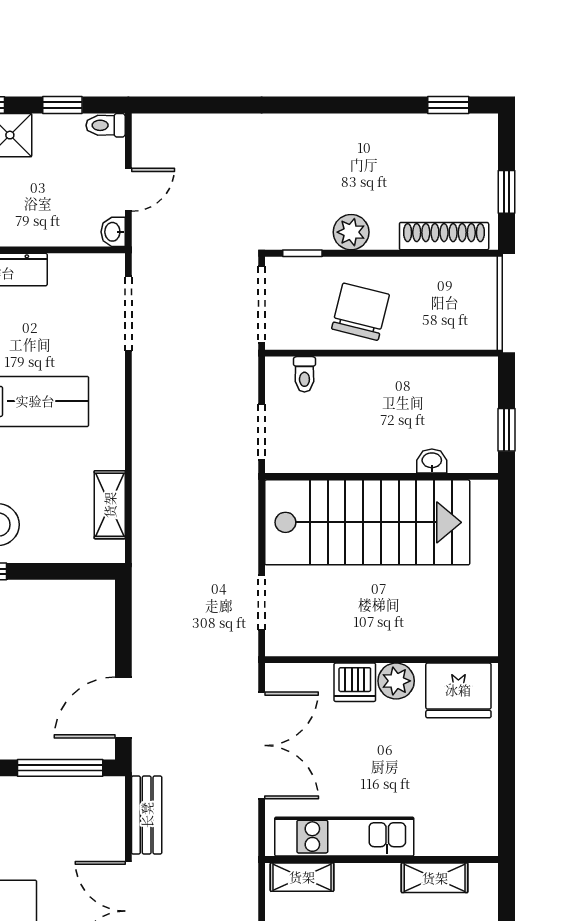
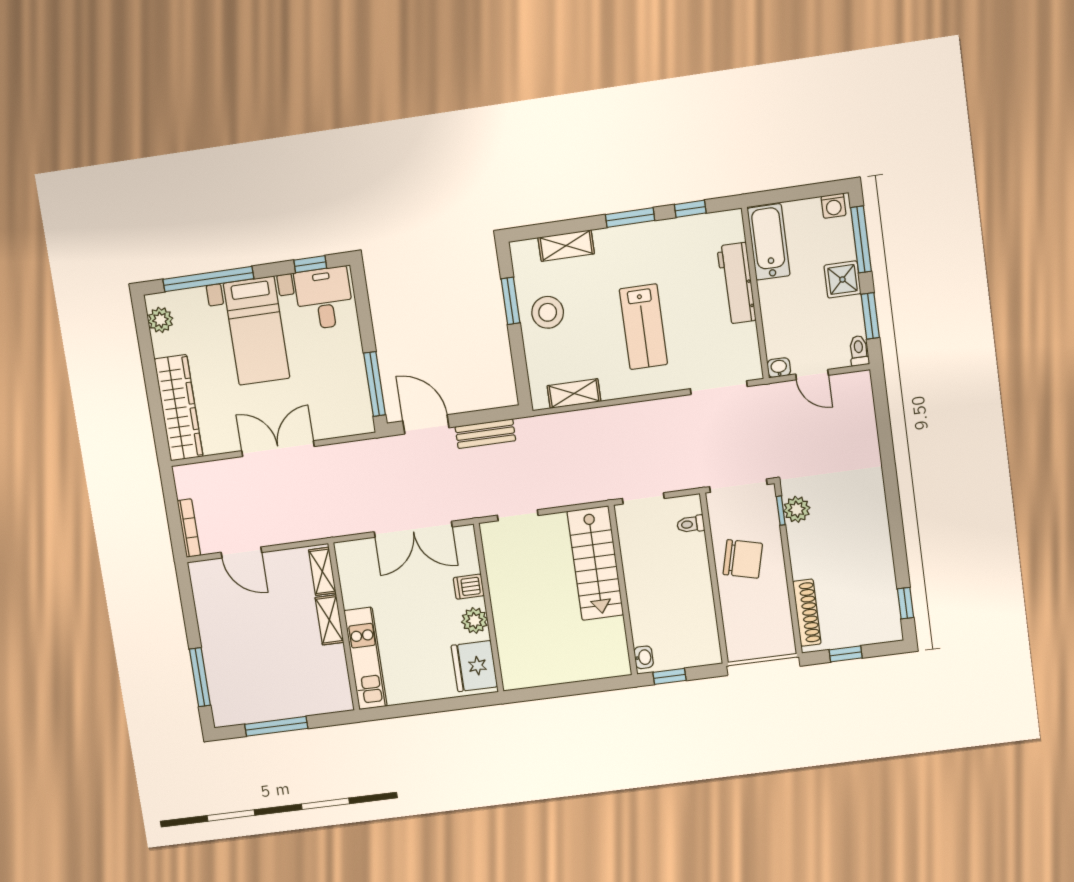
window: (62, 105) -> (870, 316), width x1.50
plant: (351, 232) -> (797, 509), moved
washbasin: (432, 461) -> (644, 657), moved
stairs: (367, 522) -> (595, 563), width x0.73, depth x0.66
dishwasher: (355, 682) -> (469, 587), width x0.73
bench: (147, 815) -> (485, 434), moved
kitchen unit: (344, 837) -> (366, 658), moved
shelving: (435, 878) -> (329, 620), moved

